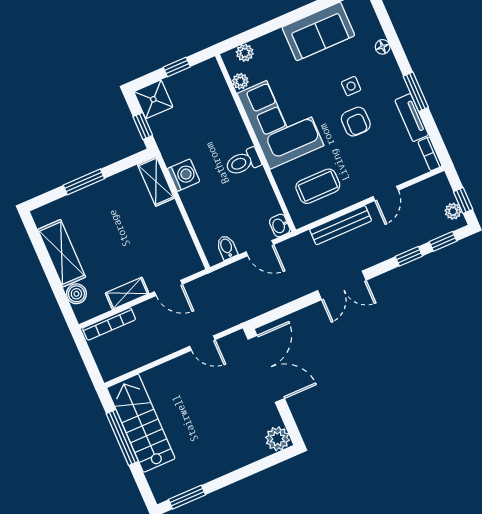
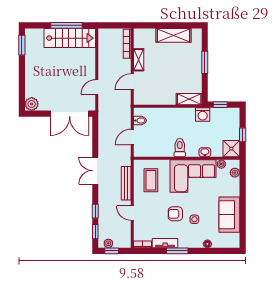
shower: (153, 99) -> (231, 149), moved
washing machine: (184, 175) -> (203, 115), moved
washbasin: (280, 225) -> (205, 152), moved
boiler: (76, 294) -> (150, 34), removed

